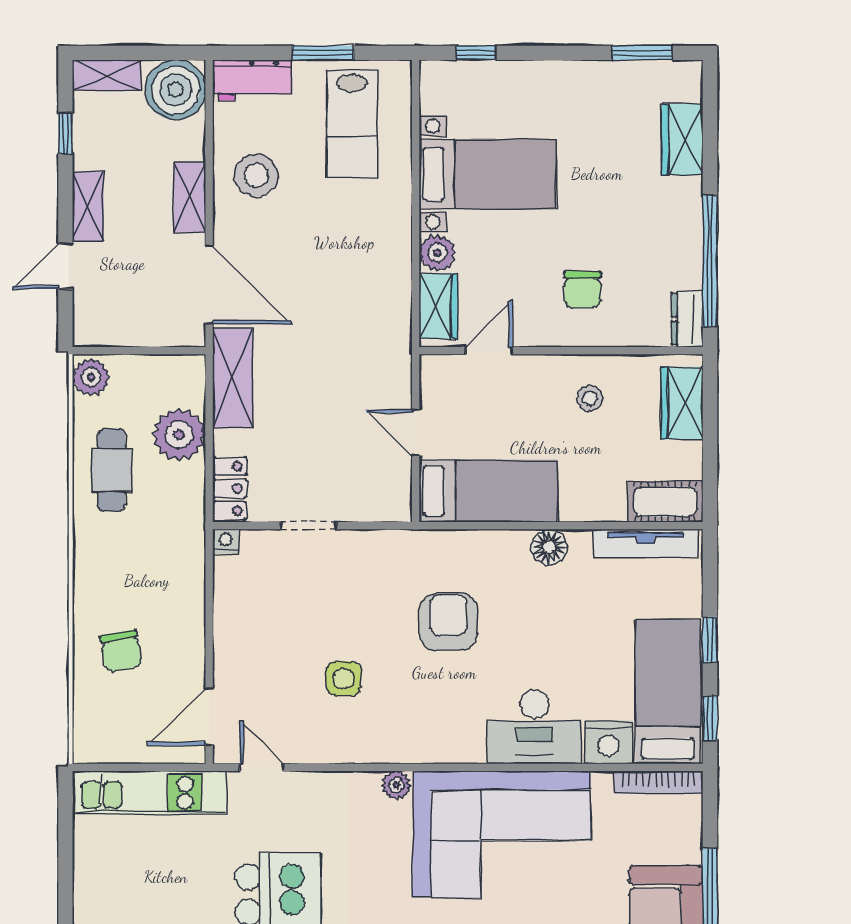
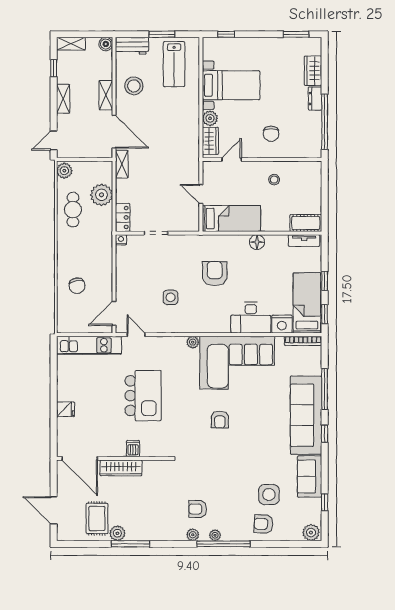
boiler: (176, 90) -> (106, 44), width x0.54, depth x0.54
door: (65, 266) -> (54, 141), moved
dresser: (687, 319) -> (315, 99), moved
shelving: (233, 378) -> (122, 164), width x0.67, depth x0.75
wardrobe: (682, 403) -> (313, 182), removed
tv unit: (646, 543) -> (304, 241), width x0.71

